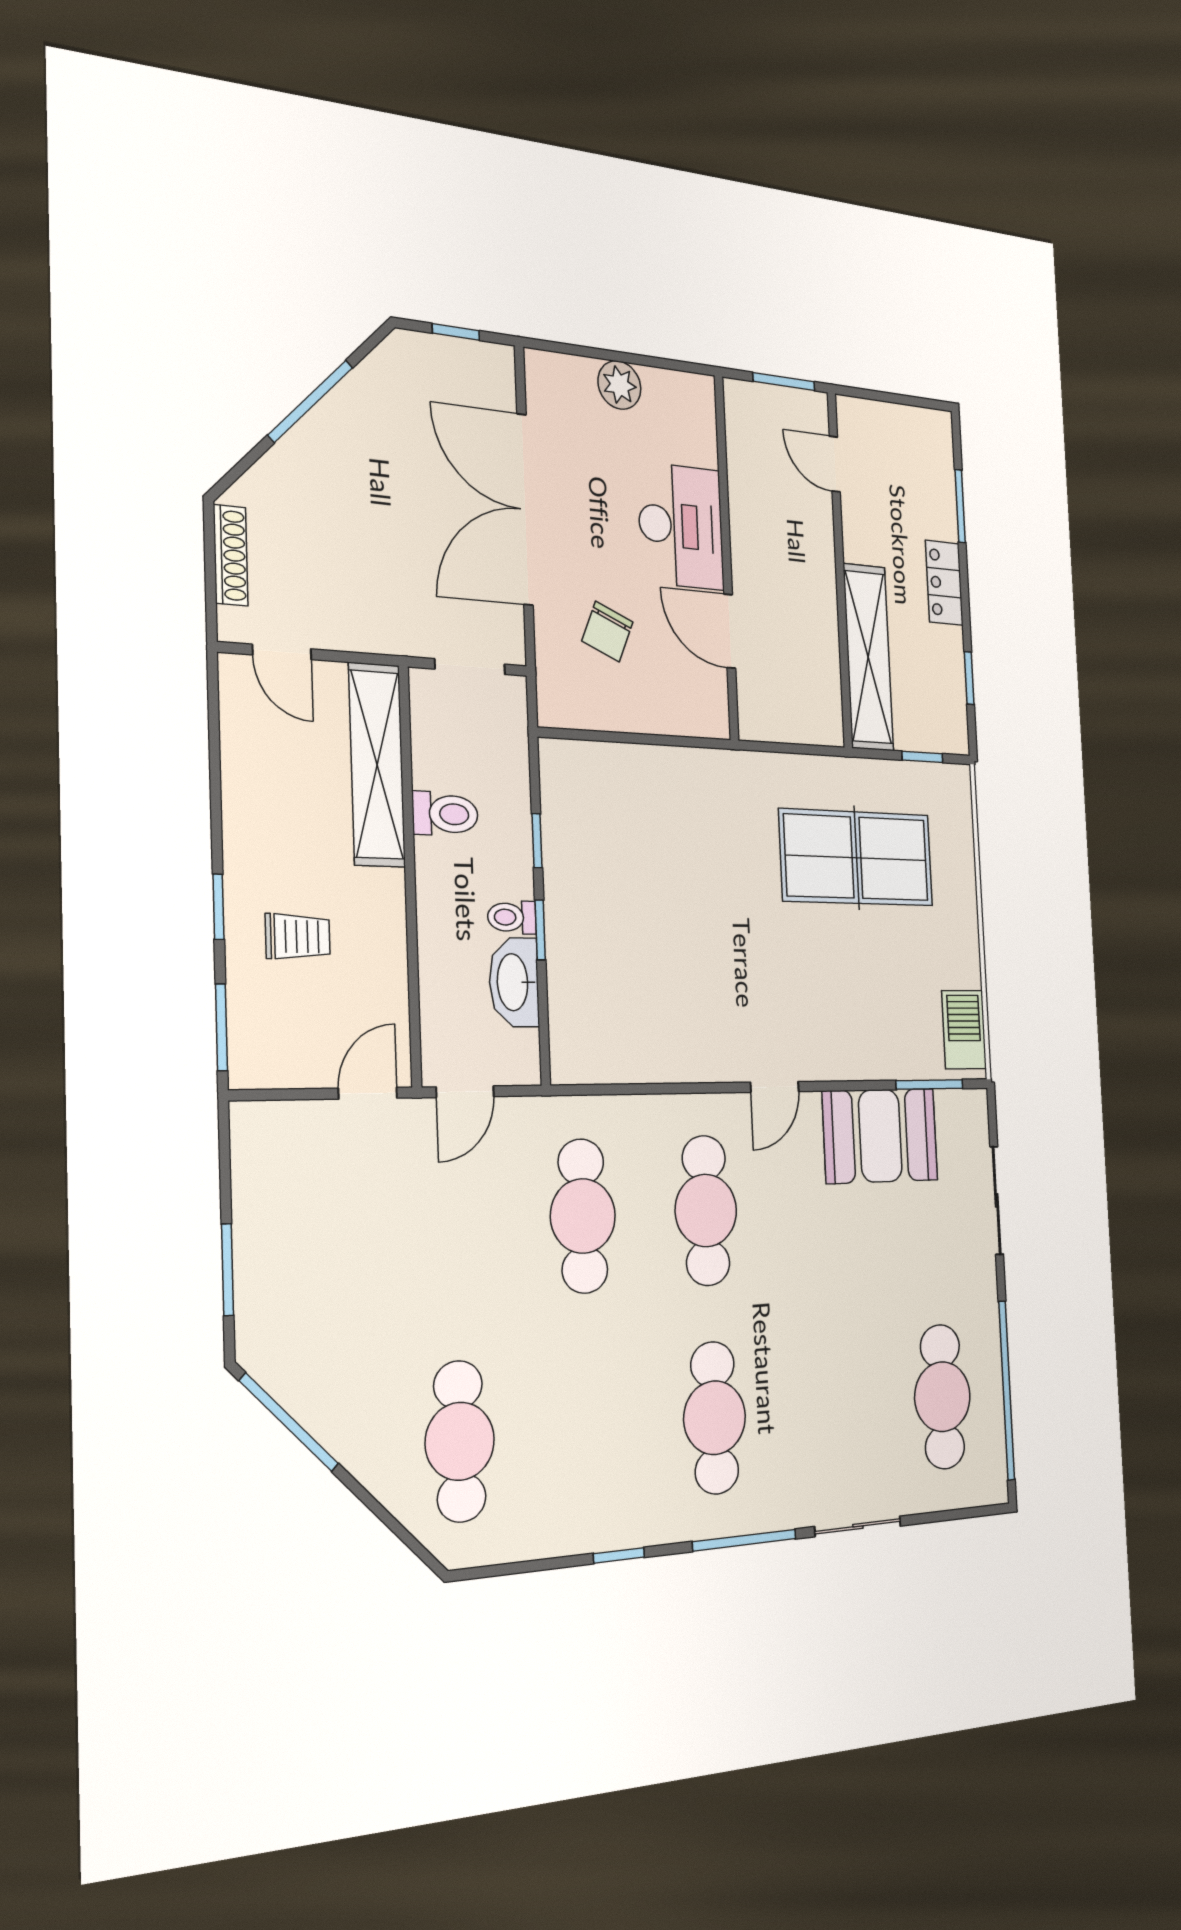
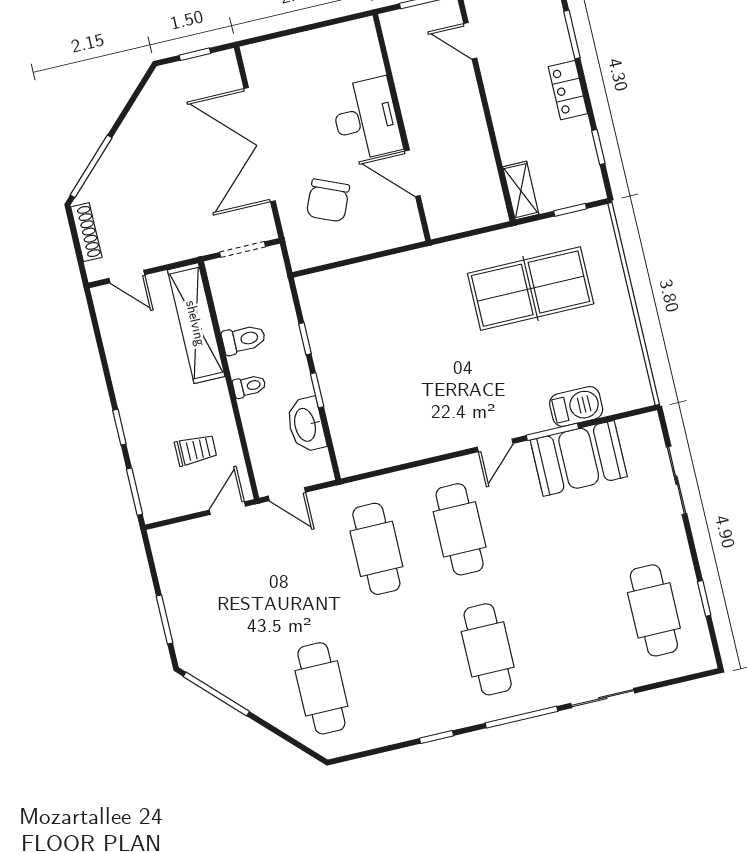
plant: (619, 385) -> (308, 46), removed
window: (310, 401) -> (91, 166), moved
chair: (607, 631) -> (328, 200), width x1.37, depth x1.37
shelving: (868, 657) -> (521, 191), width x0.45, depth x0.75
toilet: (512, 917) -> (249, 386), moved, turned 180
trolley: (298, 936) -> (196, 450), moved
barbecue: (964, 1030) -> (576, 406), moved, turned 90
window: (930, 1084) -> (552, 432), moved
door: (465, 1092) -> (287, 494), hinge flipped
window: (1007, 1390) -> (704, 598), width x0.32

